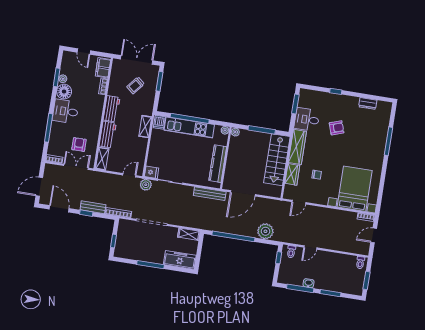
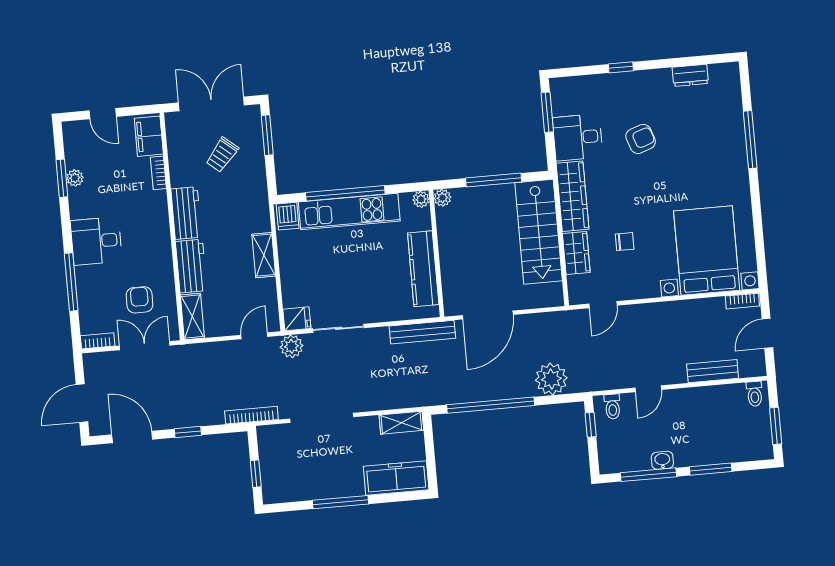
floor lamp: (64, 92) -> (84, 203), removed
shelving: (145, 127) -> (264, 255), moved
bench: (93, 207) -> (713, 371), moved

